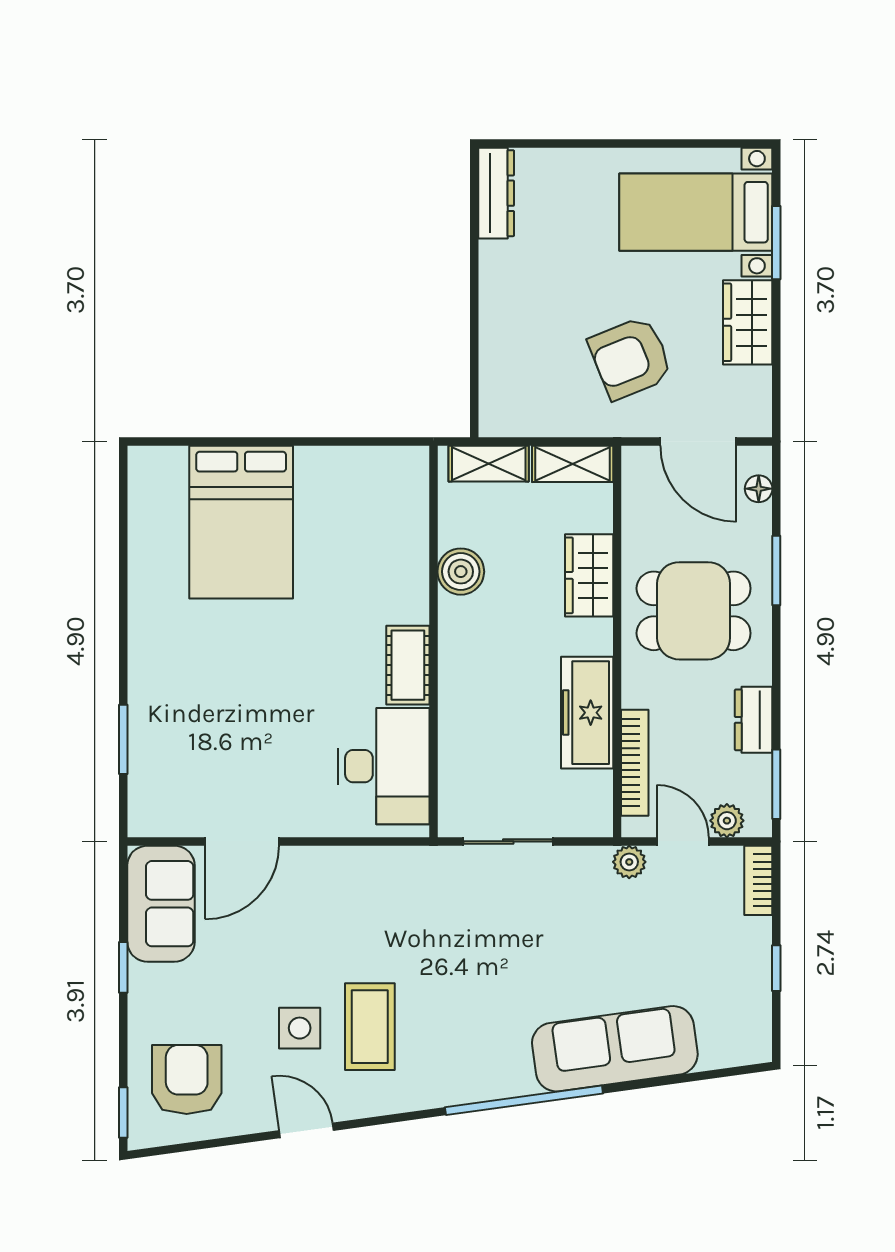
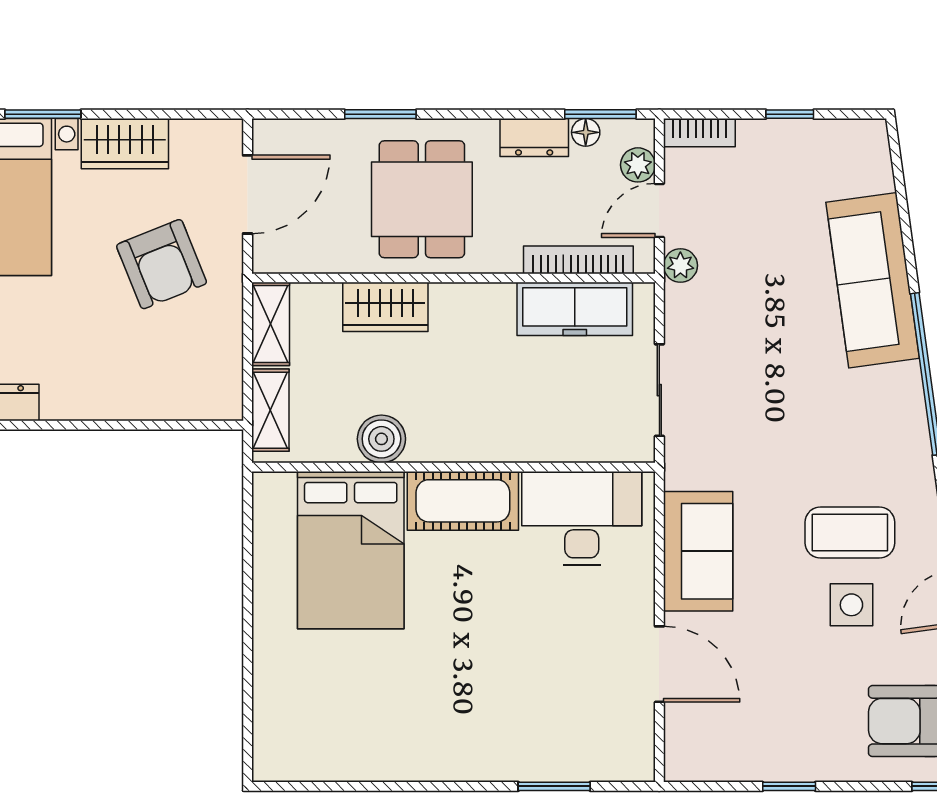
floor lamp: (759, 489) -> (586, 132), moved
bed: (241, 522) -> (351, 550), moved, turned 90
cot: (408, 665) -> (463, 501), width x1.37, depth x1.34
freezer: (587, 713) -> (575, 309), moved
sofa: (161, 904) -> (698, 551), moved, turned 90

